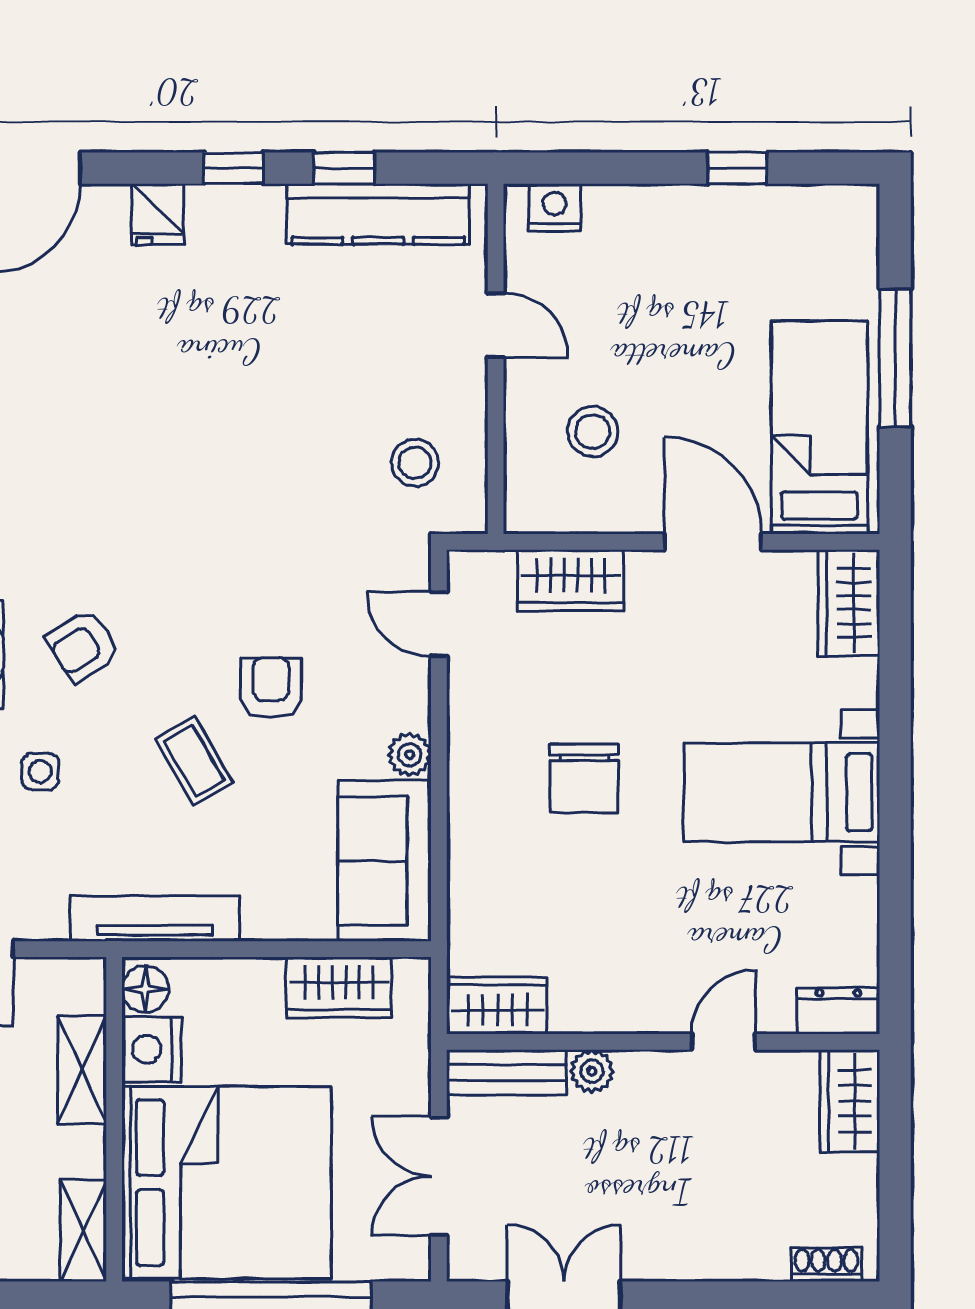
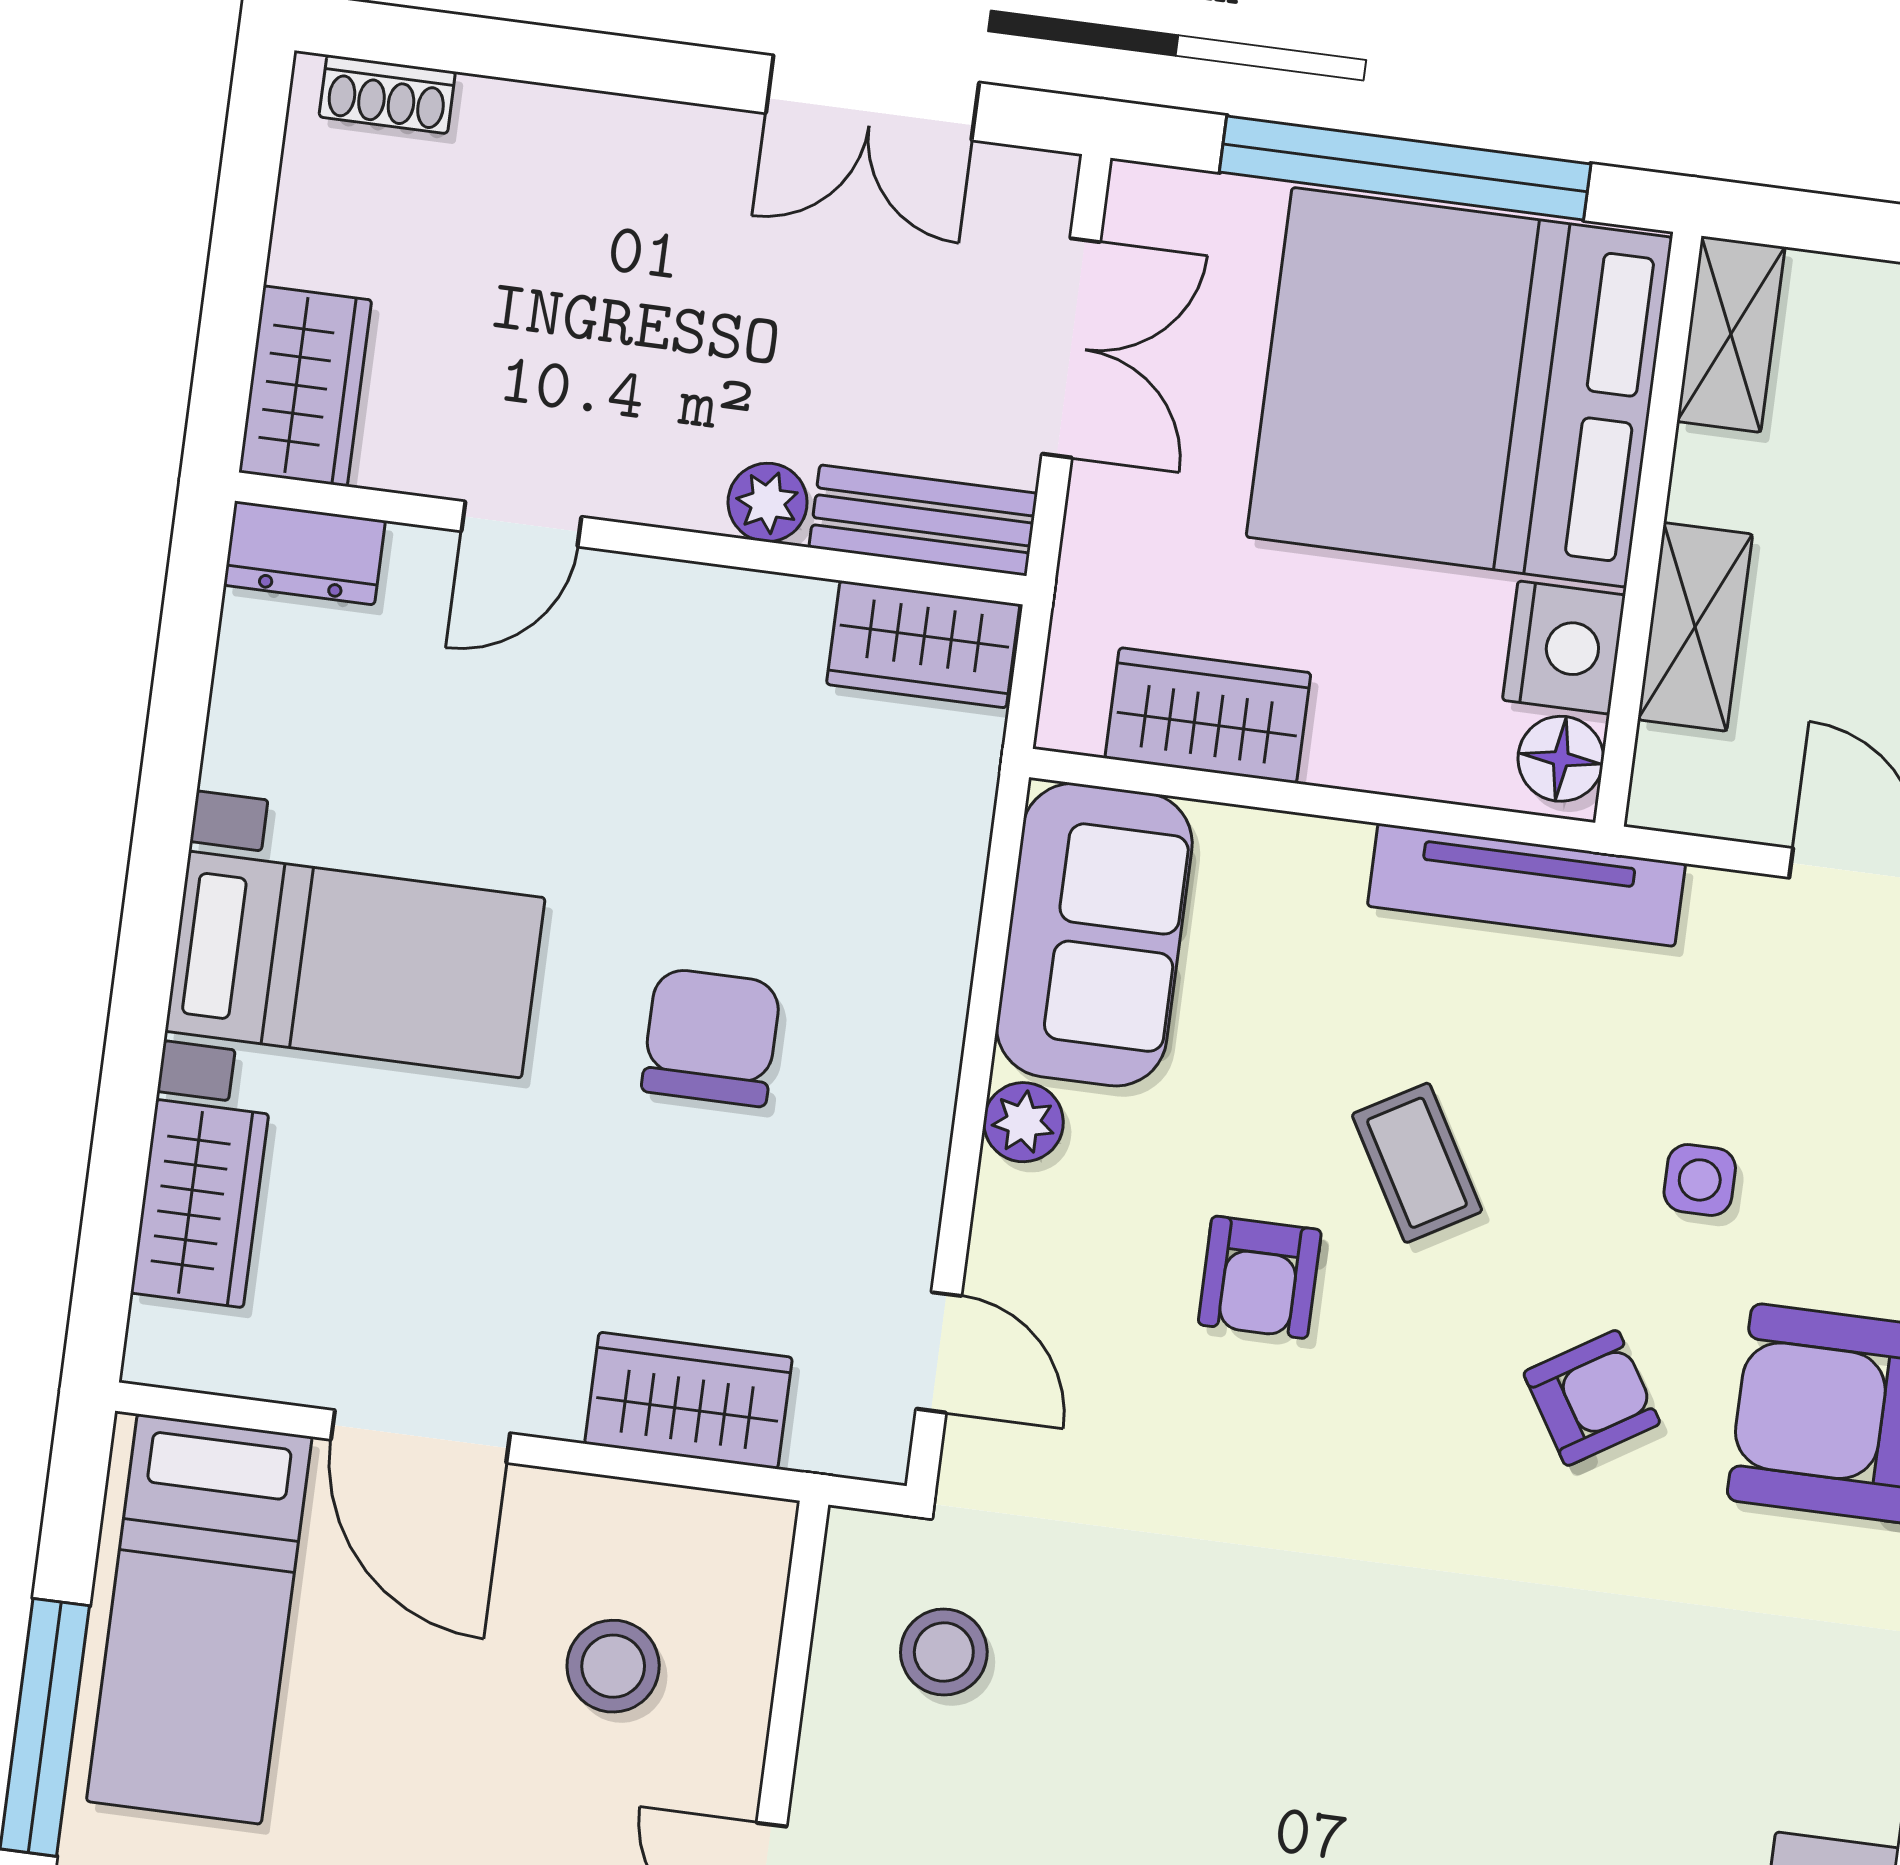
wardrobe: (849, 603) -> (200, 1204), moved

